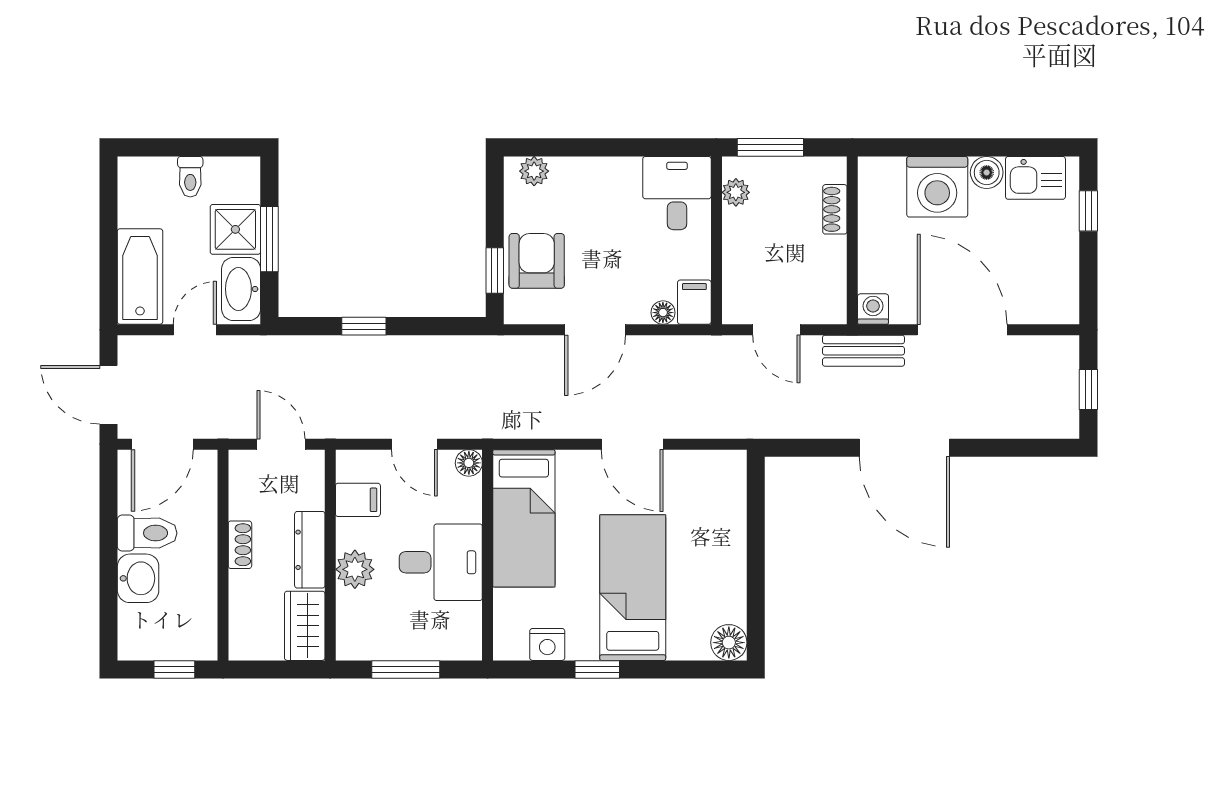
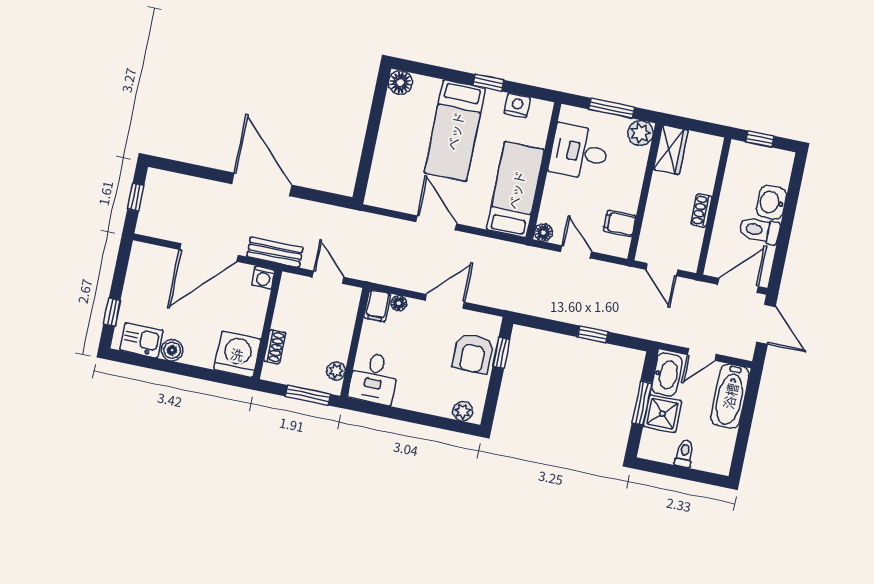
washing machine: (937, 187) -> (237, 354), moved
door: (962, 330) -> (209, 252), hinge flipped
dresser: (310, 550) -> (657, 198), removed
desk: (441, 562) -> (579, 152), moved
plant: (355, 569) -> (640, 133), moved

